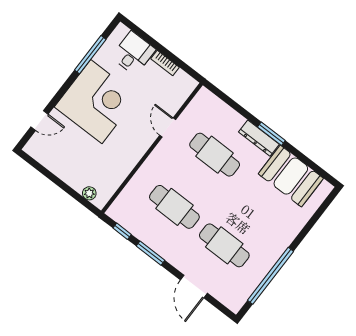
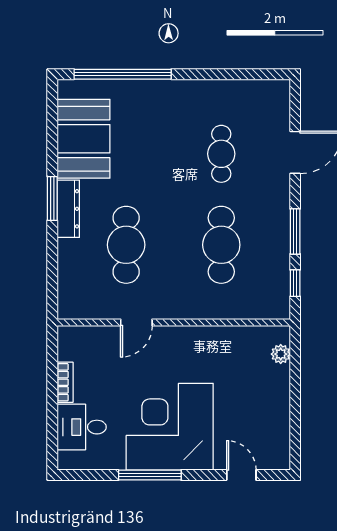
window: (90, 55) -> (150, 475), moved
cafe table: (224, 245) -> (221, 154), width x0.73, depth x0.74
window: (270, 276) -> (123, 74), moved

